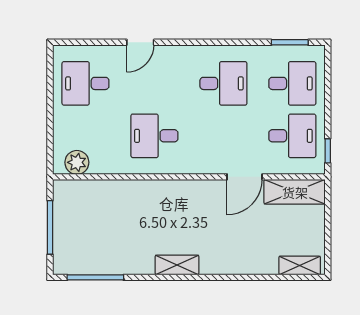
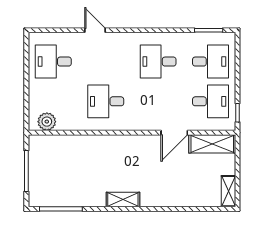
door: (140, 42) -> (95, 30), swing flipped
desk: (223, 83) -> (158, 62), turned 180
shelving: (300, 265) -> (228, 191), moved, turned 90

